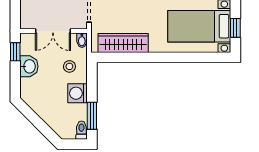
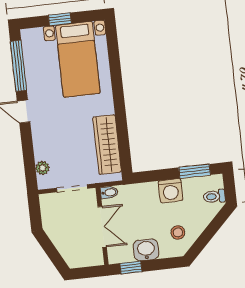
window: (235, 28) -> (60, 19), moved
stool: (69, 66) -> (178, 232), moved
toilet: (81, 130) -> (214, 196), moved

